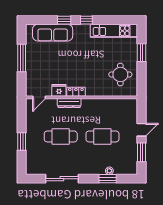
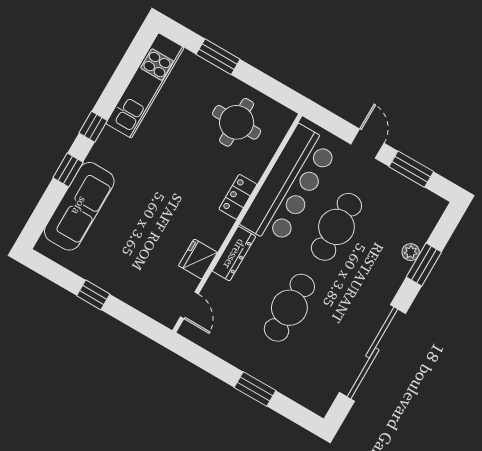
window: (22, 58) -> (93, 295), width x0.46
locker: (76, 92) -> (238, 197), moved
bar counter: (108, 109) -> (289, 185), added
sliding door: (62, 179) -> (372, 353), width x1.36

